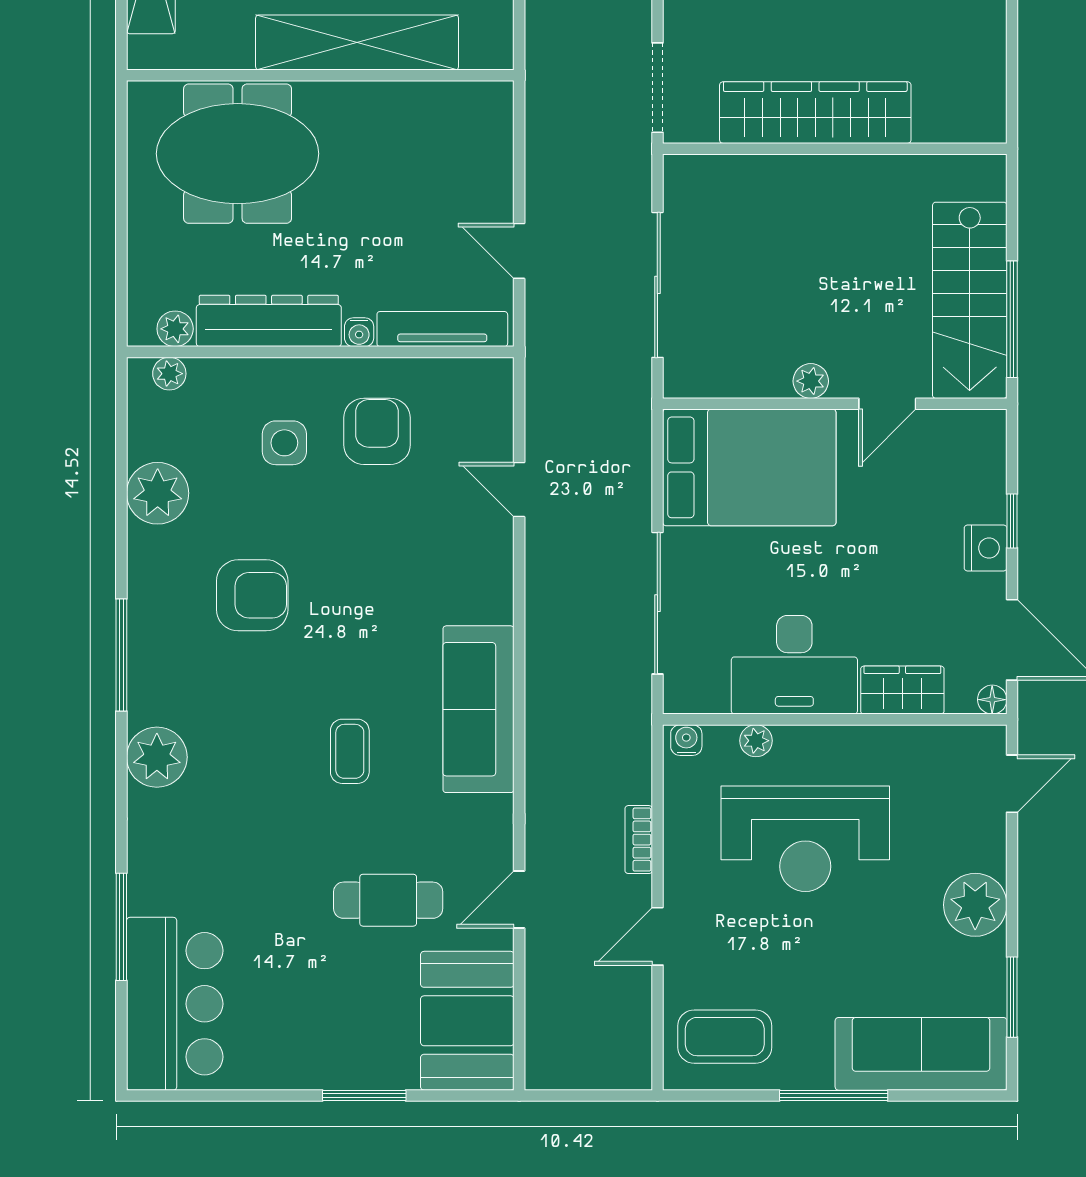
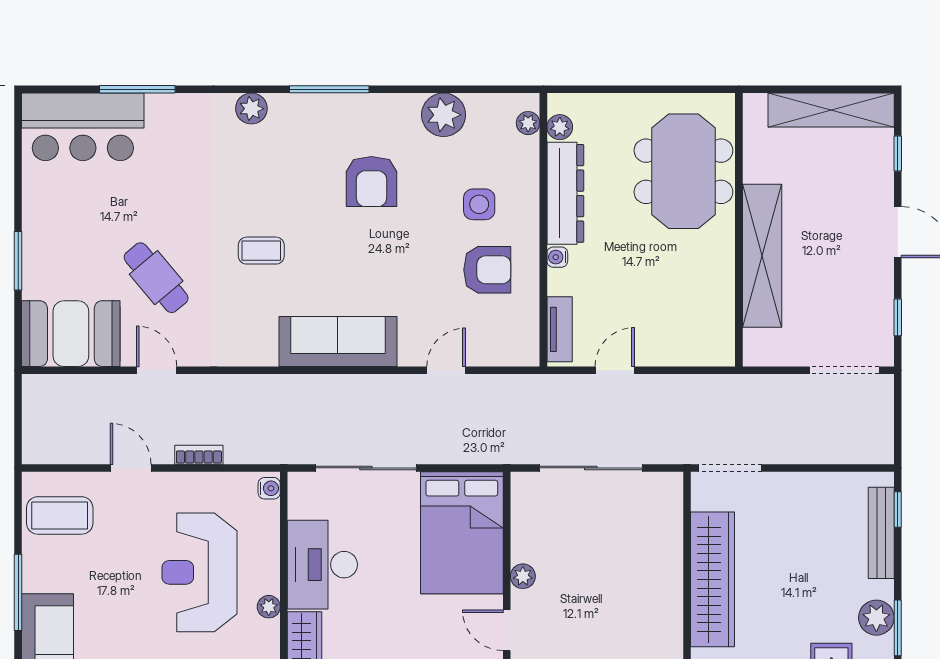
tv unit: (442, 329) -> (560, 329), width x0.71
sofa: (478, 709) -> (338, 341), moved
plant: (756, 741) -> (269, 607), moved
plant: (157, 757) -> (251, 109), width x0.73, depth x0.73
cafe table: (388, 900) -> (156, 278), turned -40
coffee table: (725, 1037) -> (60, 515), turned 90

